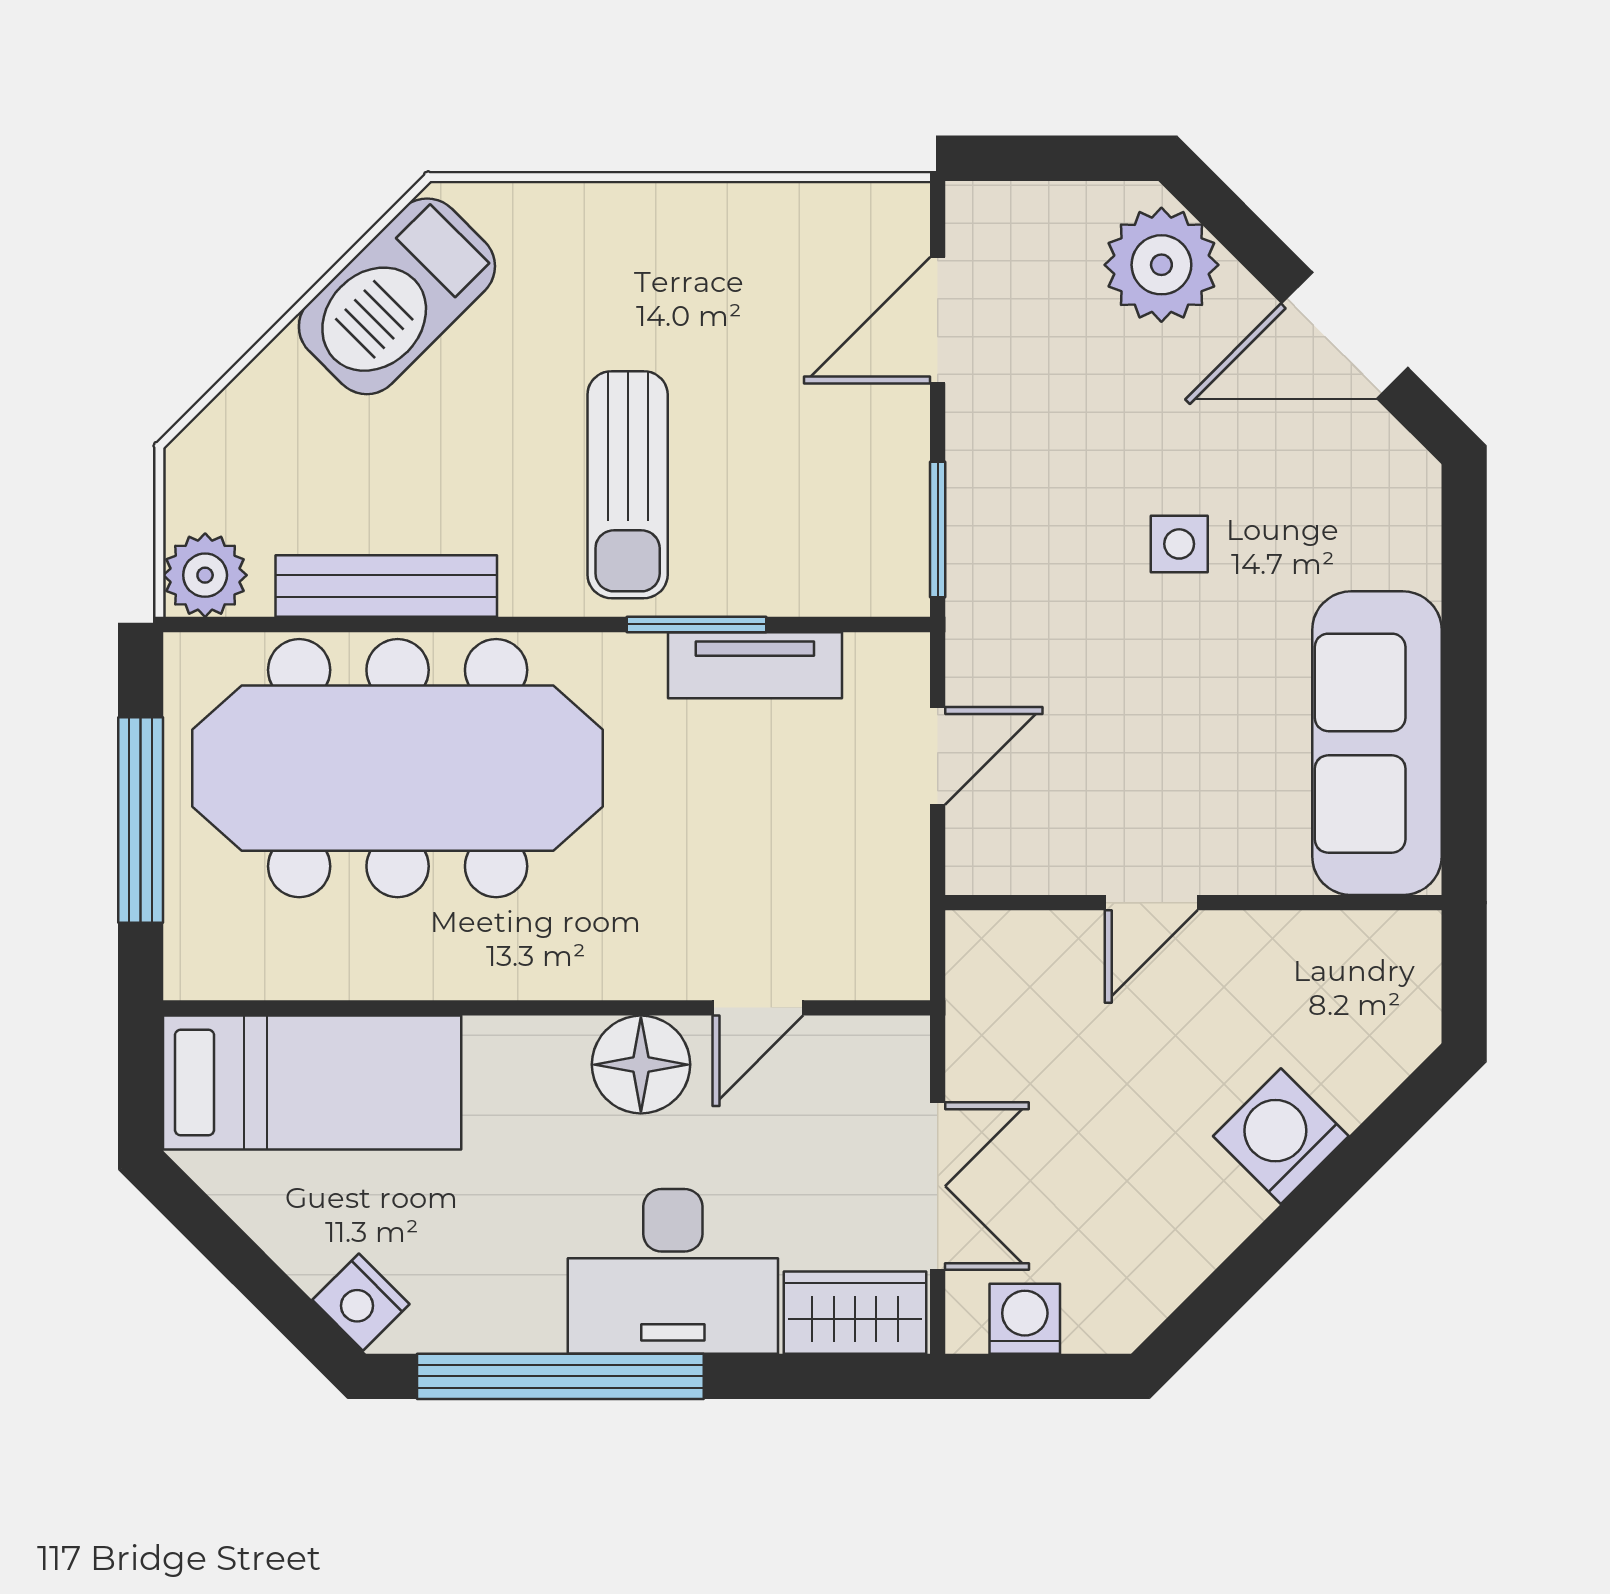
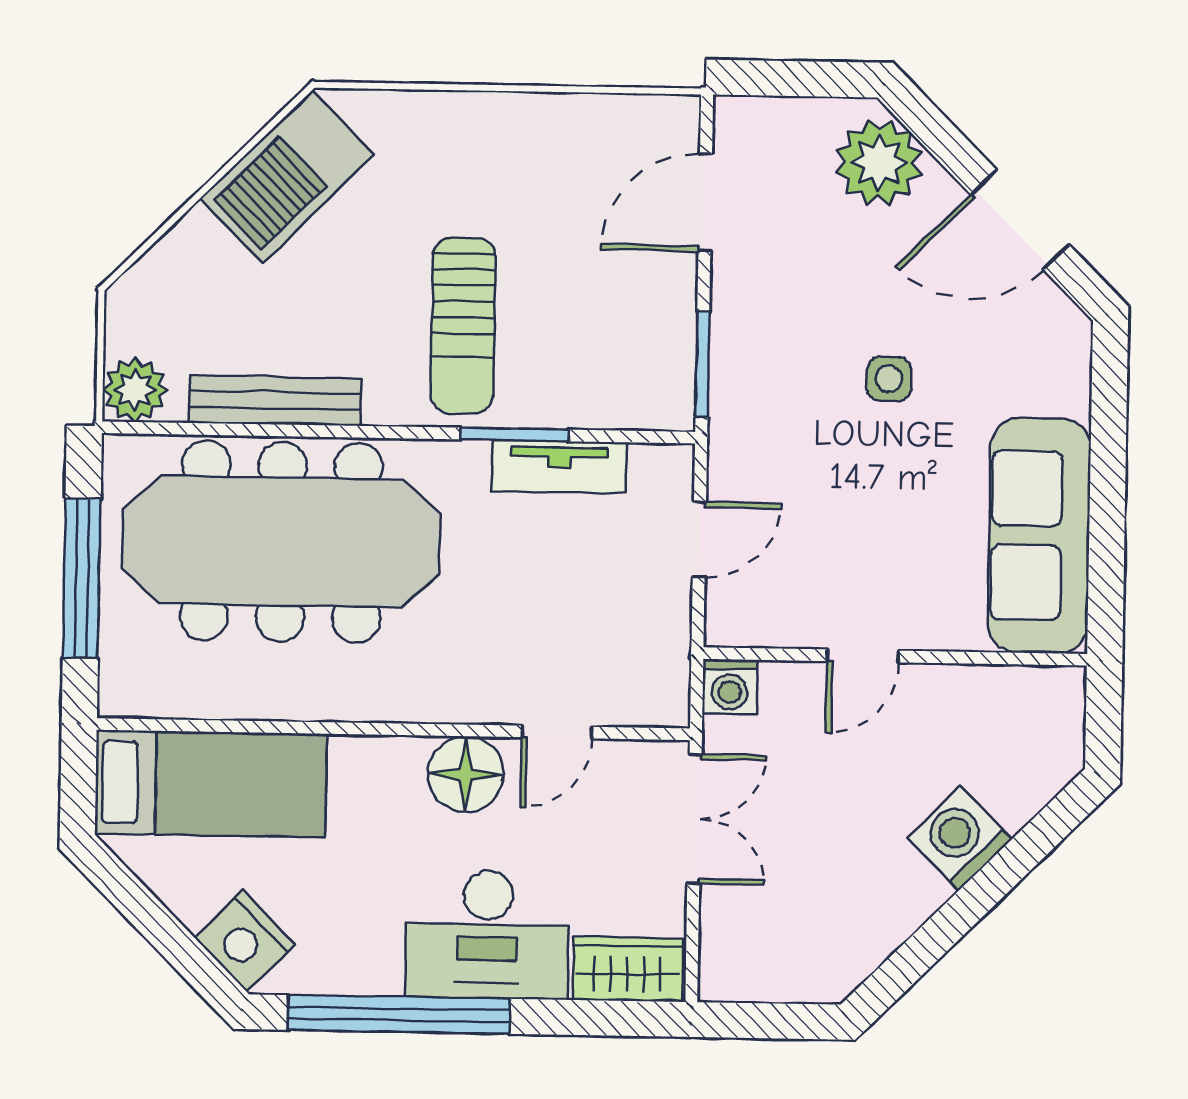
double door: (938, 1186) -> (694, 819), moved
nightstand: (361, 1302) -> (245, 941), width x1.36, depth x1.33
washing machine: (1025, 1319) -> (730, 687), moved, turned 180

